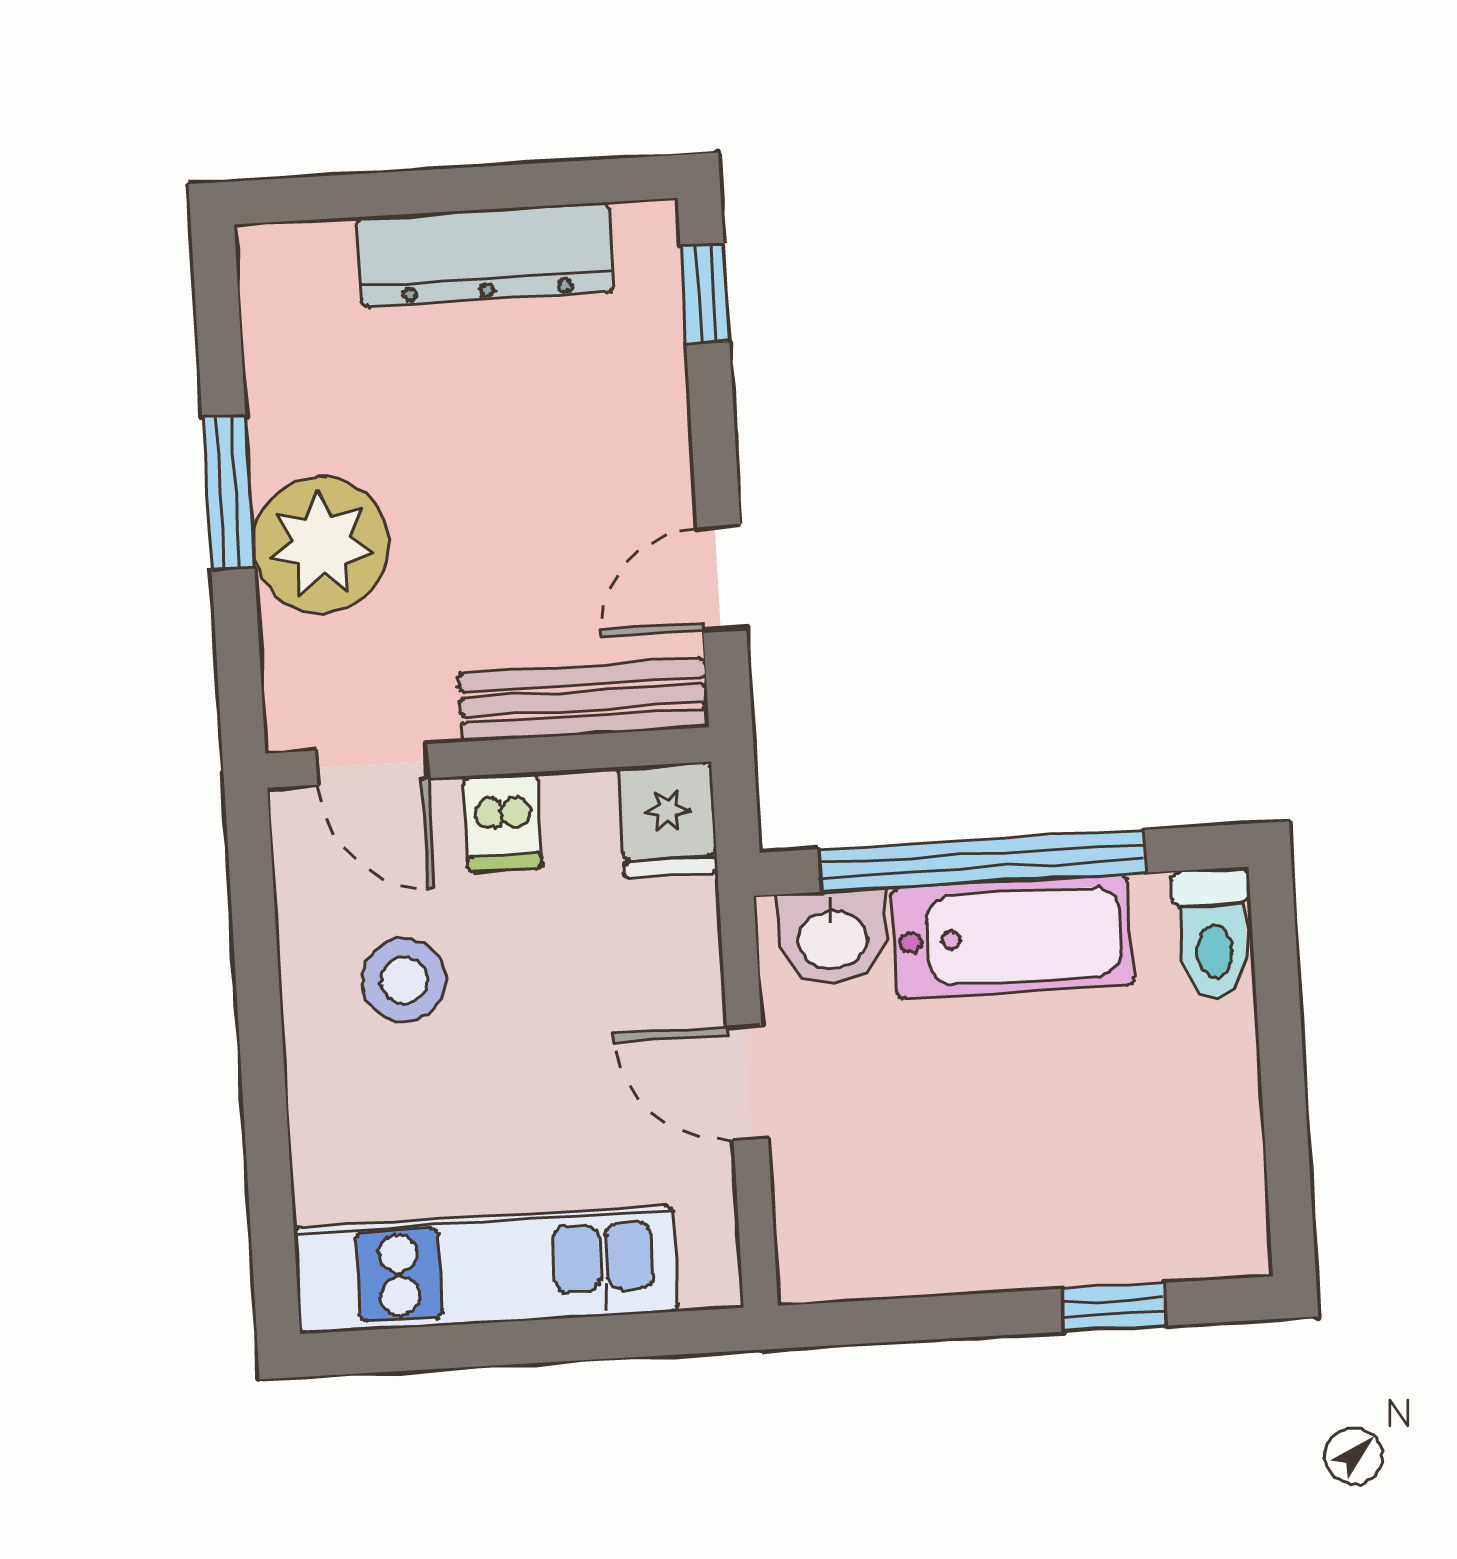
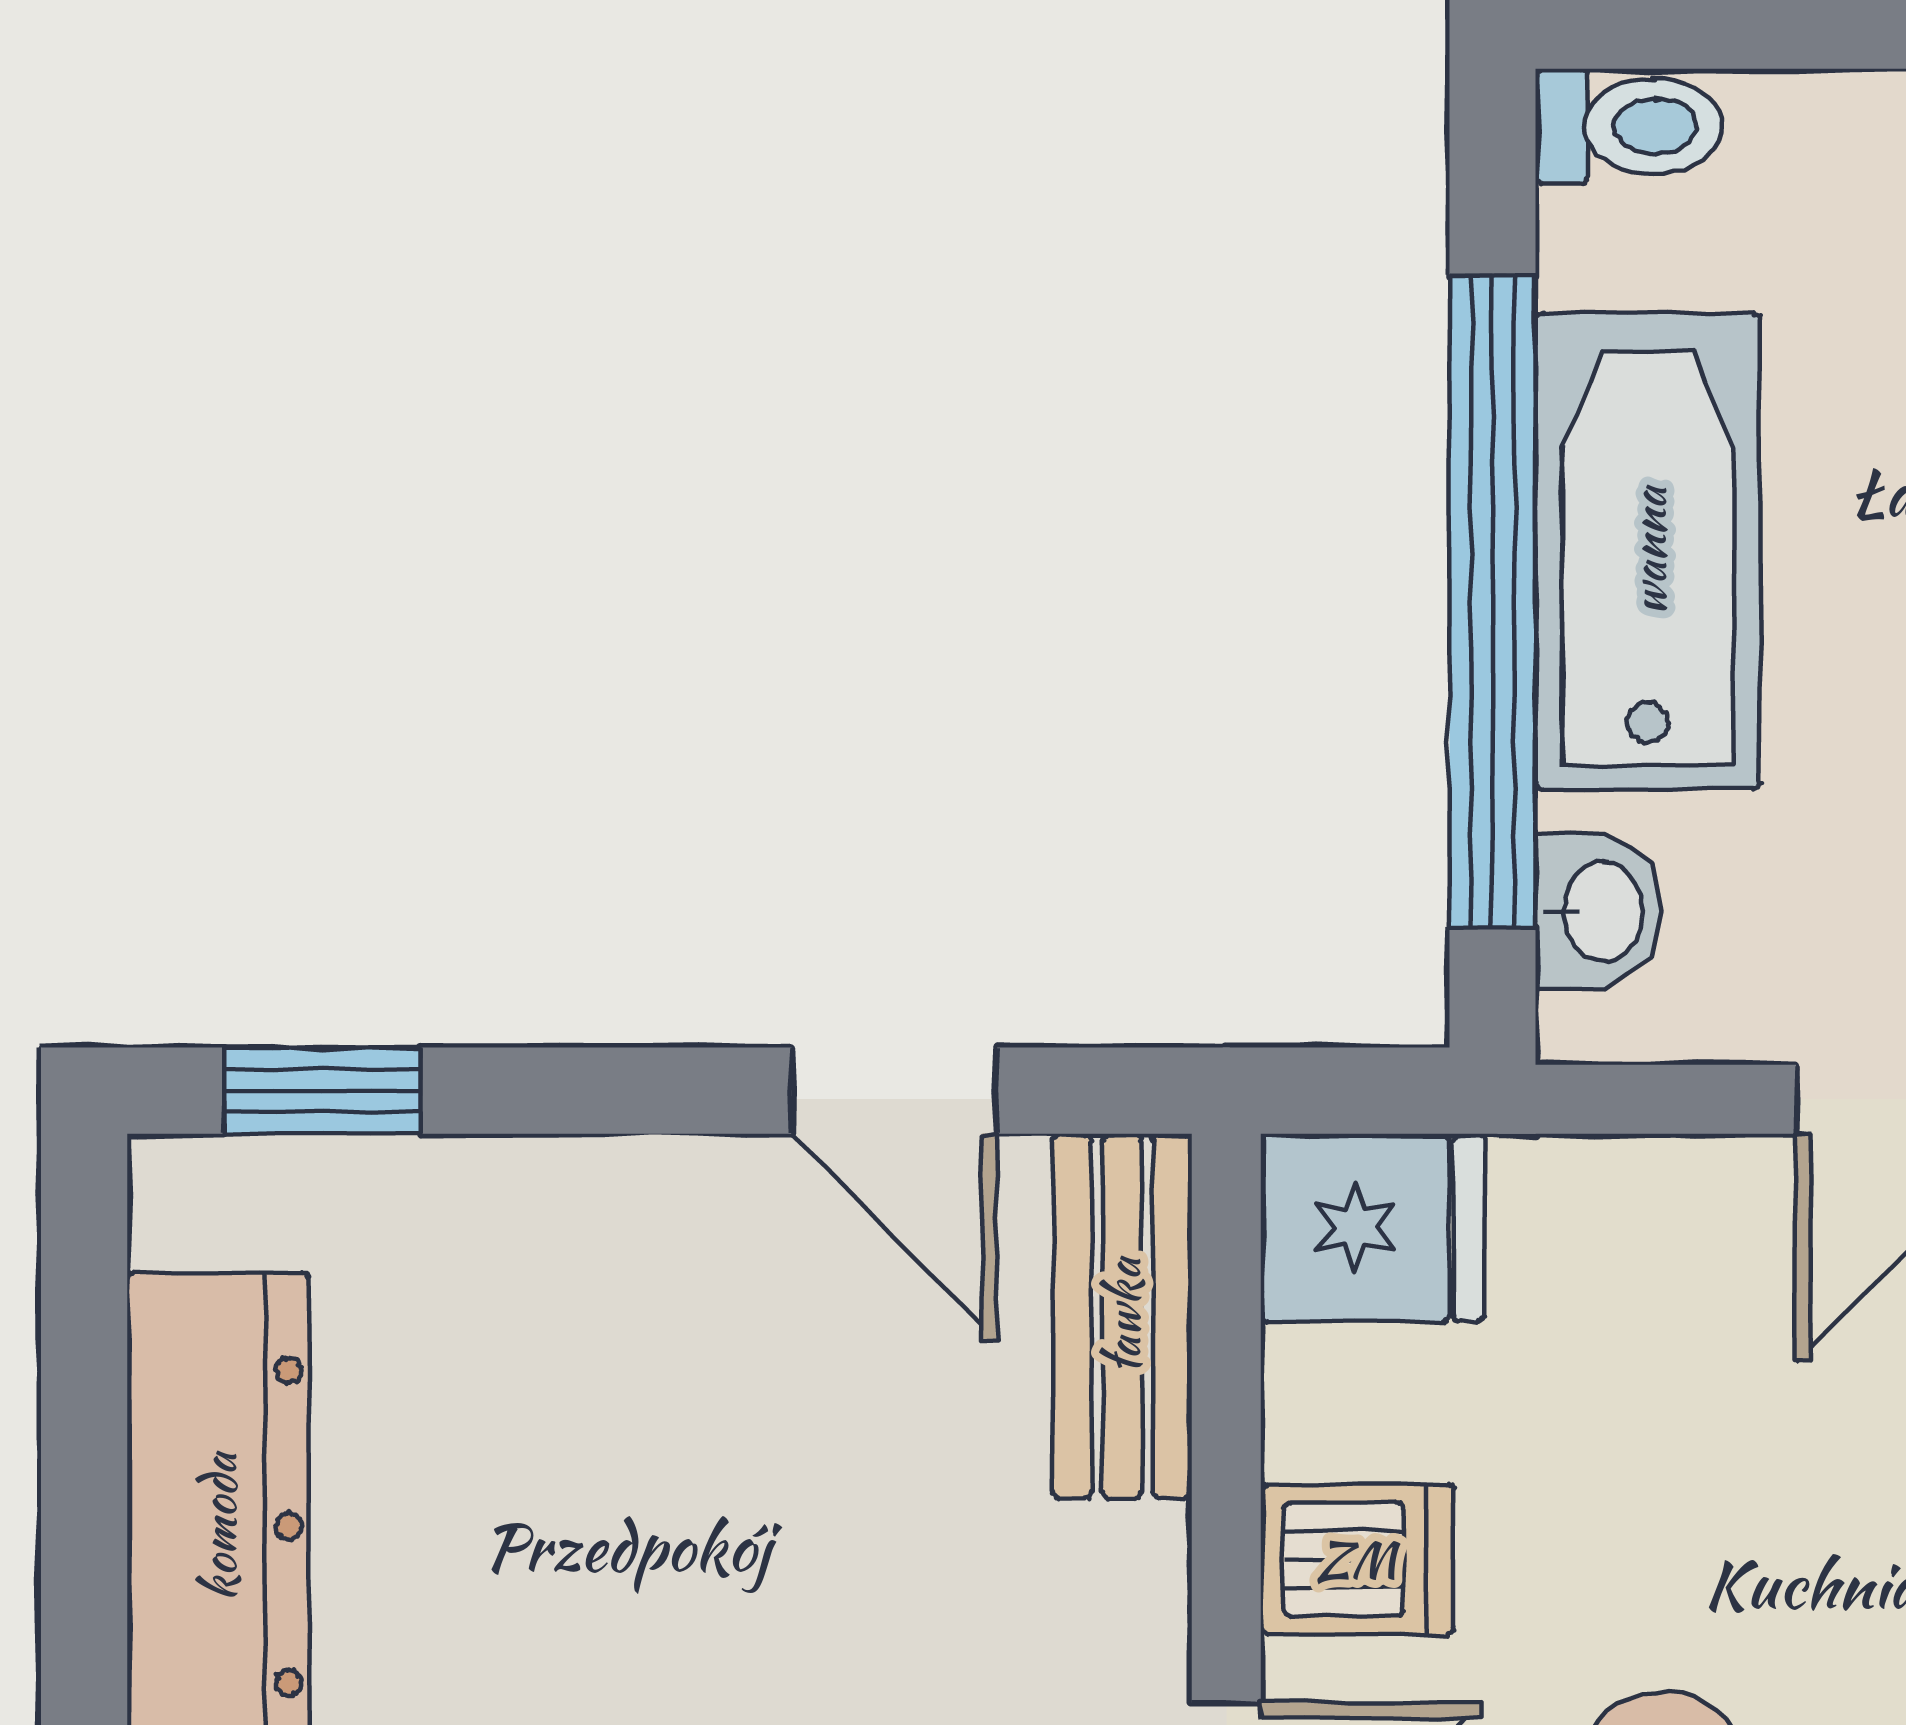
bench: (584, 700) -> (1122, 1316), width x0.73
toilet: (1213, 933) -> (1629, 126), width x0.73, depth x0.72
washbasin: (833, 937) -> (1599, 911), width x0.72, depth x0.69

